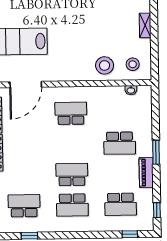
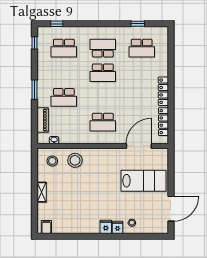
school desk: (120, 143) -> (64, 97), turned 180
piano: (146, 172) -> (43, 120), moved
school desk: (121, 204) -> (64, 48), turned 180

